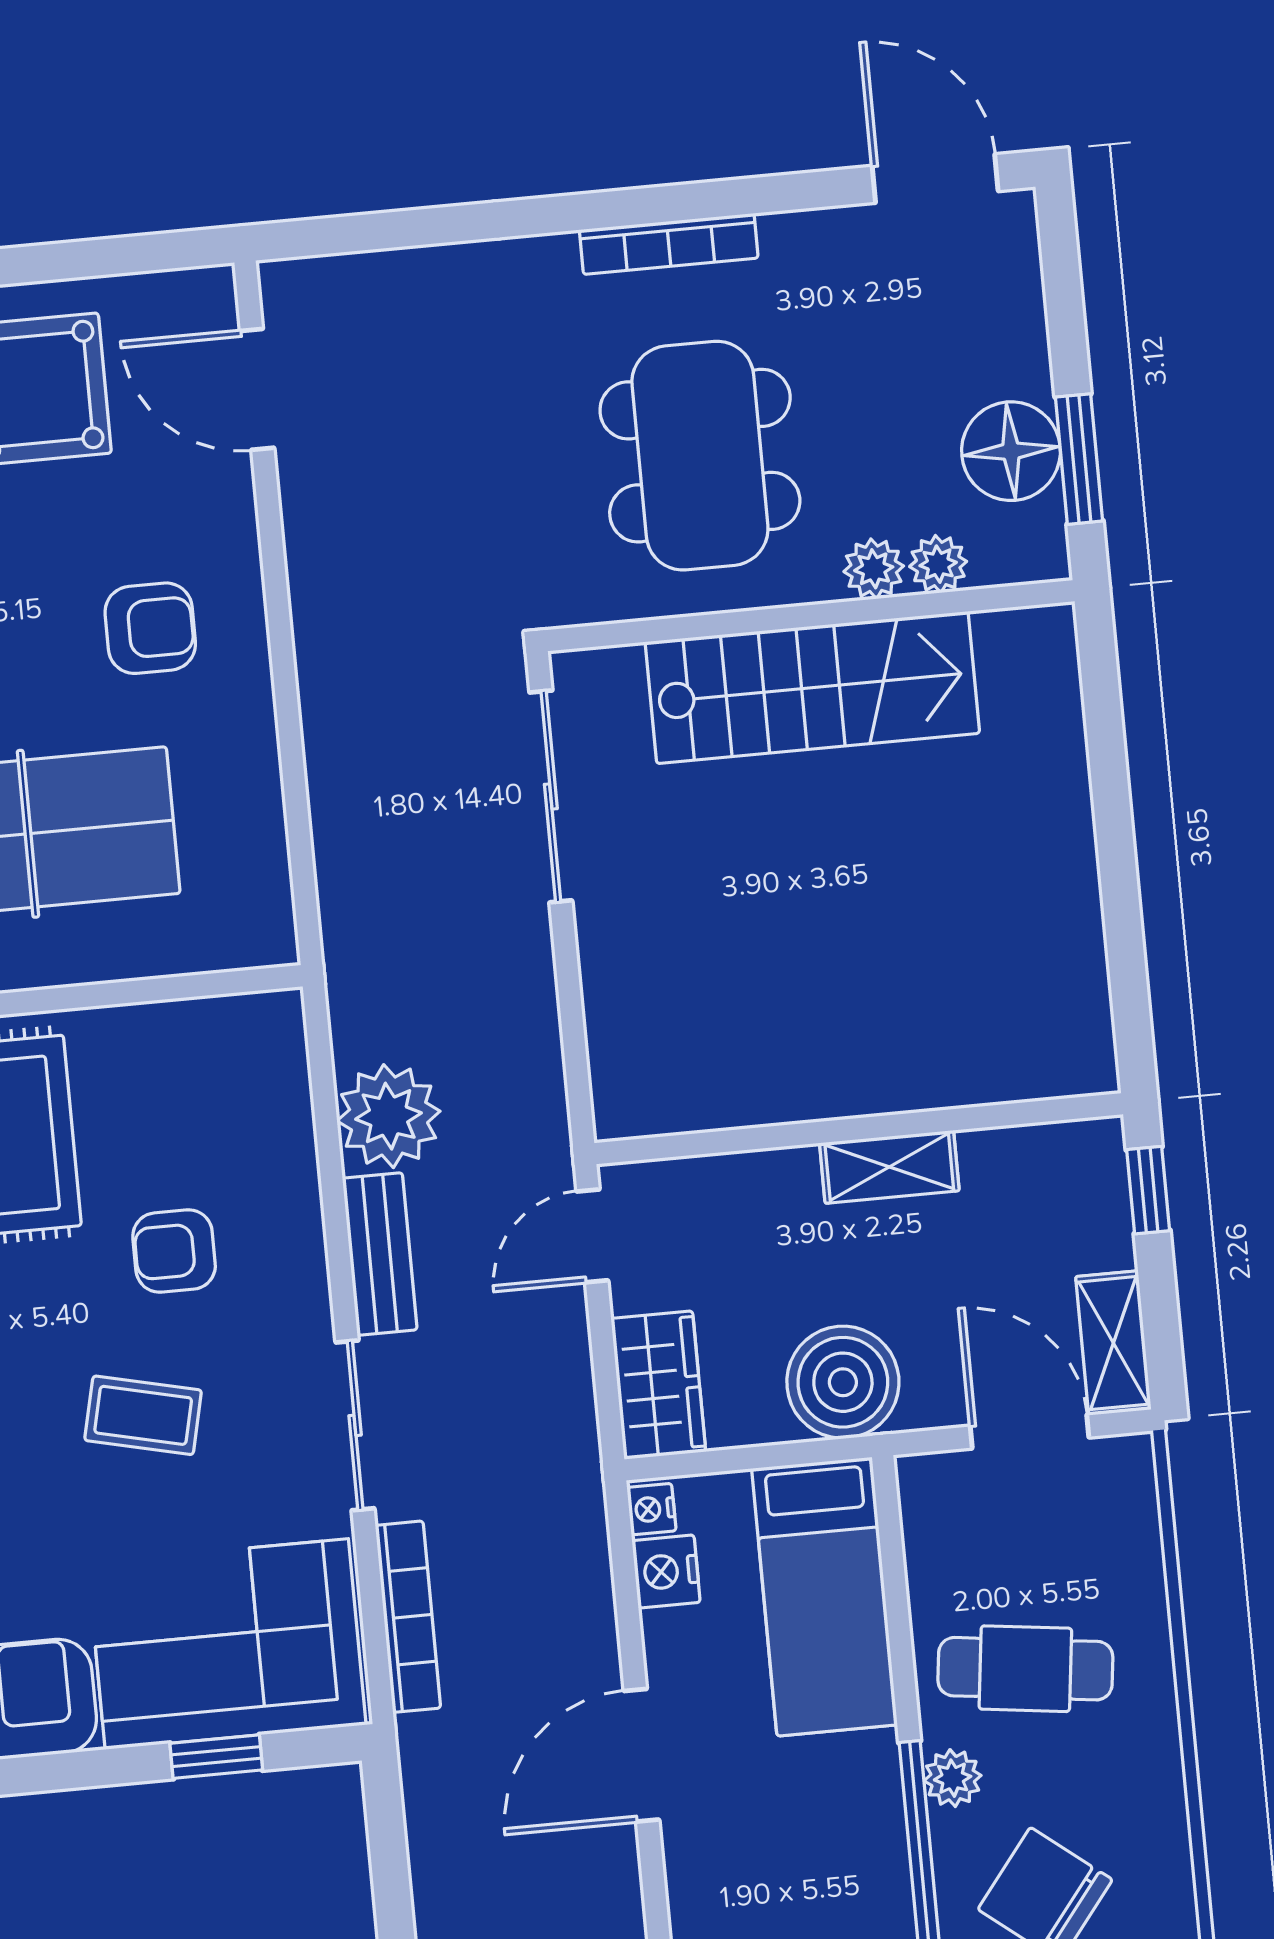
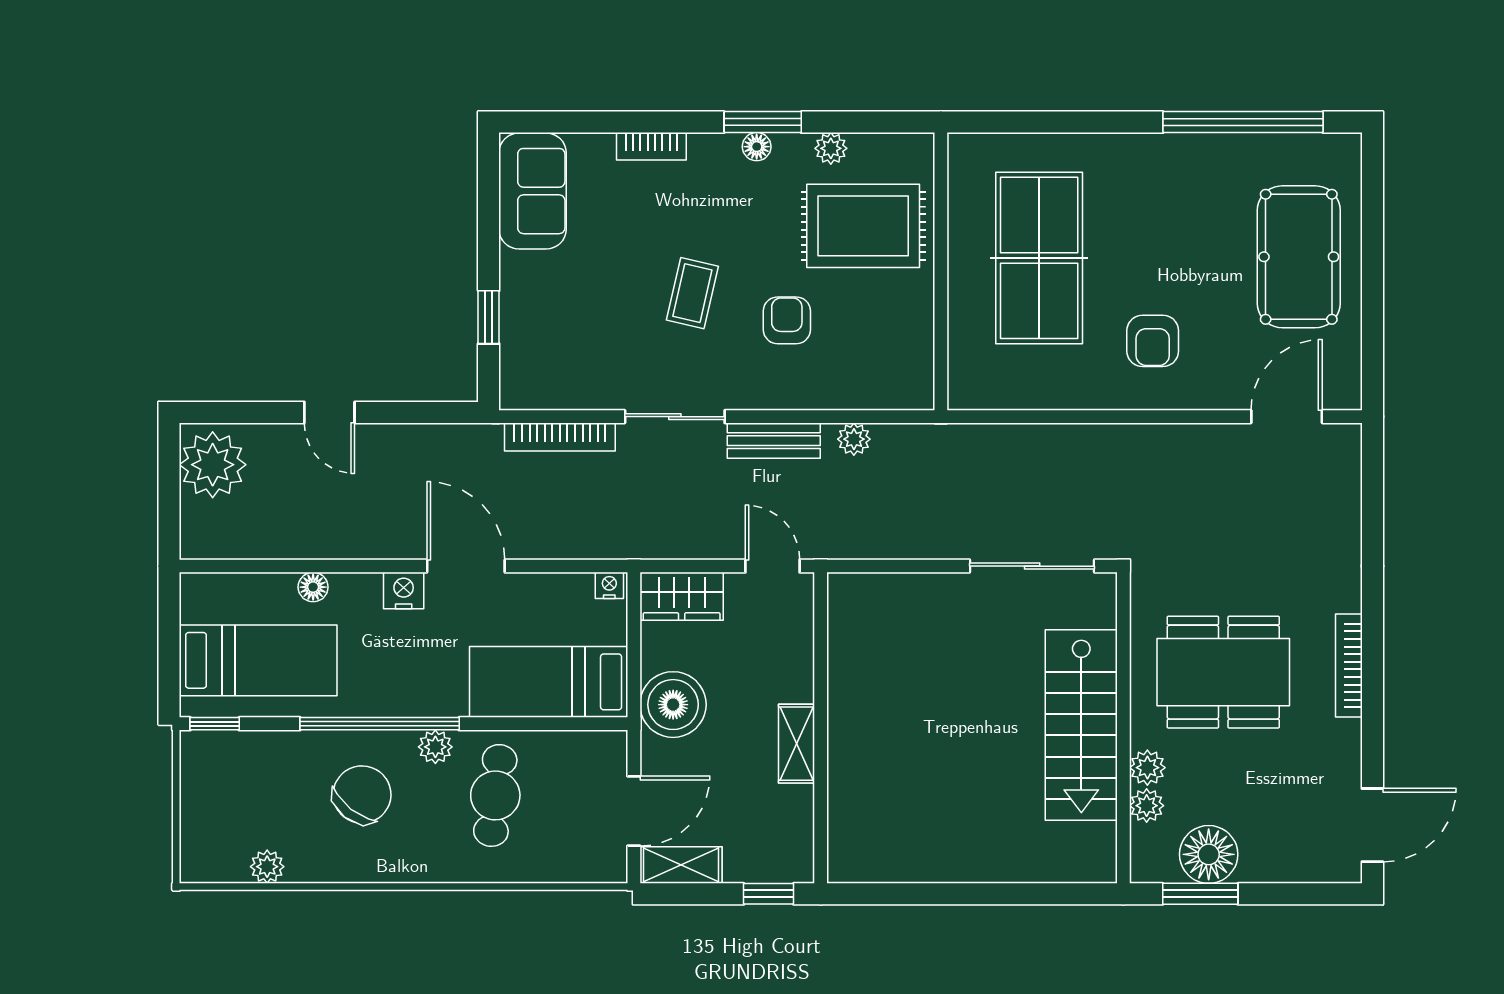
plant: (389, 1116) -> (854, 439), width x0.53, depth x0.53
nightstand: (666, 1571) -> (404, 591), moved
corner sofa: (227, 1644) -> (554, 329), removed

